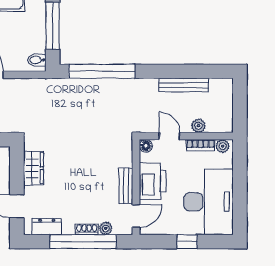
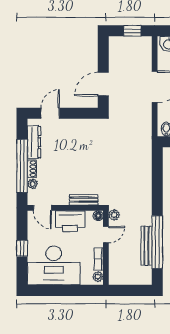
window: (102, 71) -> (157, 242), moved
plant: (198, 126) -> (114, 215), moved
wardrobe: (34, 168) -> (80, 127), removed
bench: (126, 186) -> (84, 200), moved
dresser: (47, 227) -> (34, 142), width x1.44

